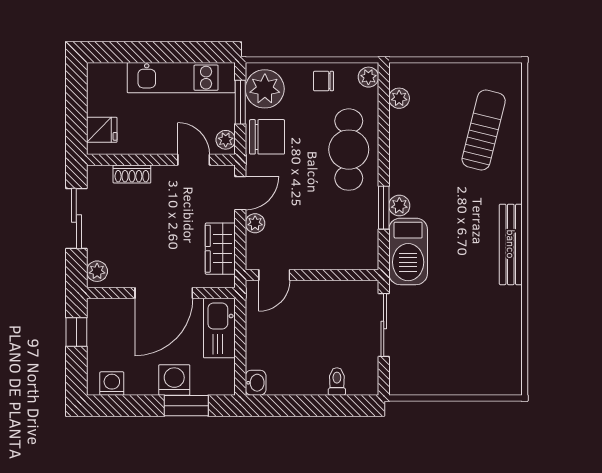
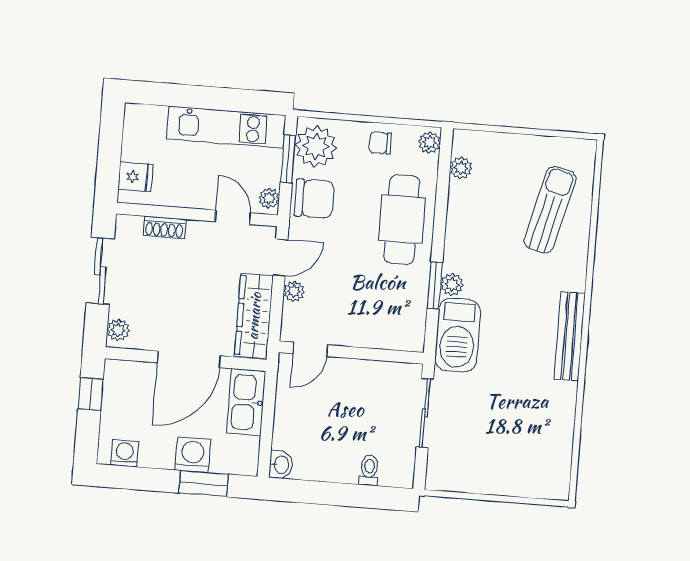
wardrobe: (220, 249) -> (254, 316), width x1.50

